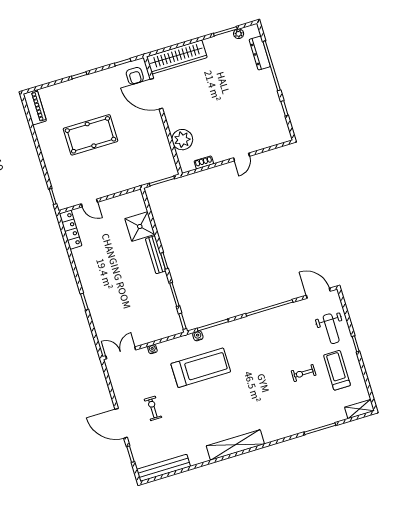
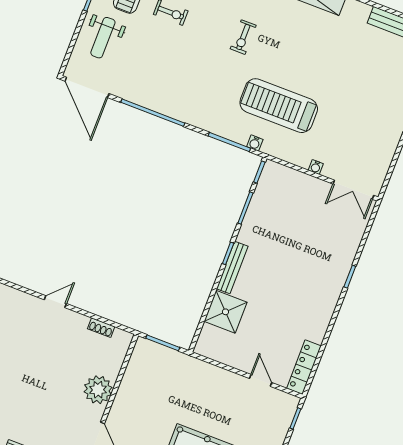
plant: (182, 140) -> (98, 390), moved
door: (318, 293) -> (87, 87), width x1.36
weight bench: (331, 329) -> (103, 38), turned 180
exercise bike: (153, 408) -> (243, 37), moved

